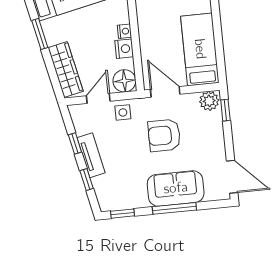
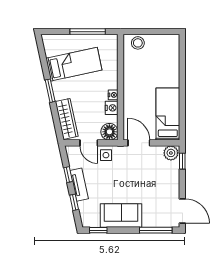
door: (98, 98) -> (89, 143), swing flipped
armchair: (164, 135) -> (135, 175), removed
sofa: (176, 188) -> (121, 216), moved
window: (174, 208) -> (156, 230), moved

